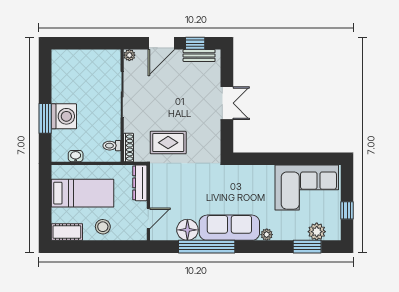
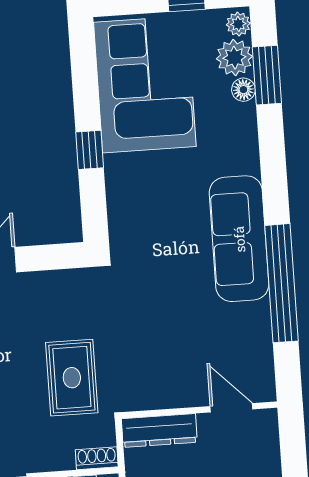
shoe rack: (129, 148) -> (97, 458), width x0.70
window: (277, 159) -> (90, 150), added
floor lamp: (187, 230) -> (243, 90), moved, width x0.53, depth x0.53
plant: (267, 235) -> (238, 24), moved

